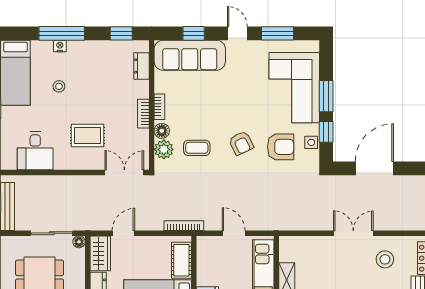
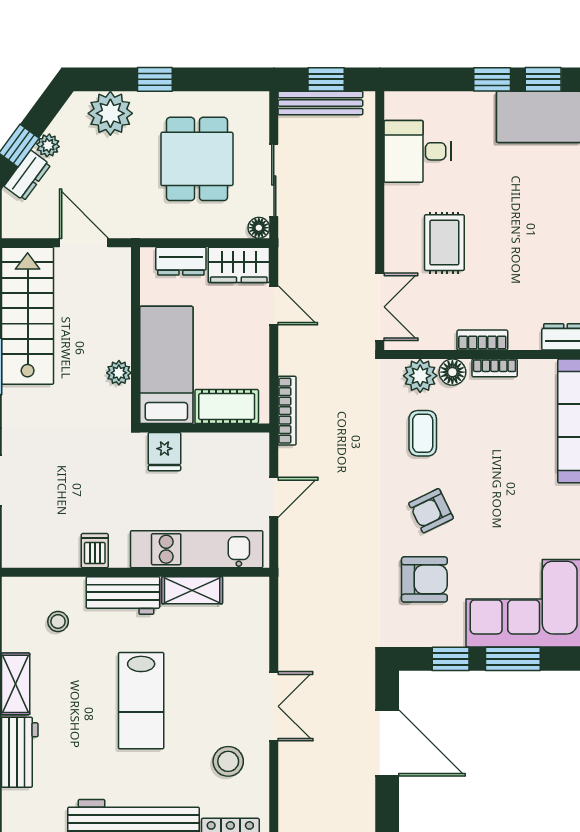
stool: (59, 86) -> (530, 193), removed
side table: (311, 142) -> (432, 633), removed
armchair: (281, 147) -> (424, 579), turned -90

